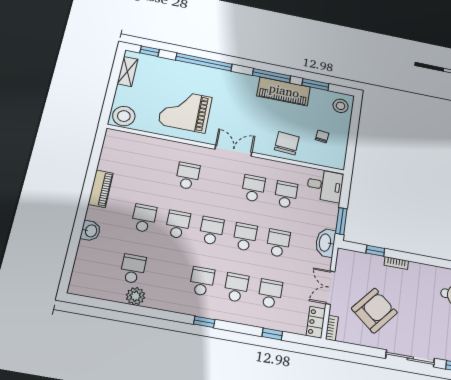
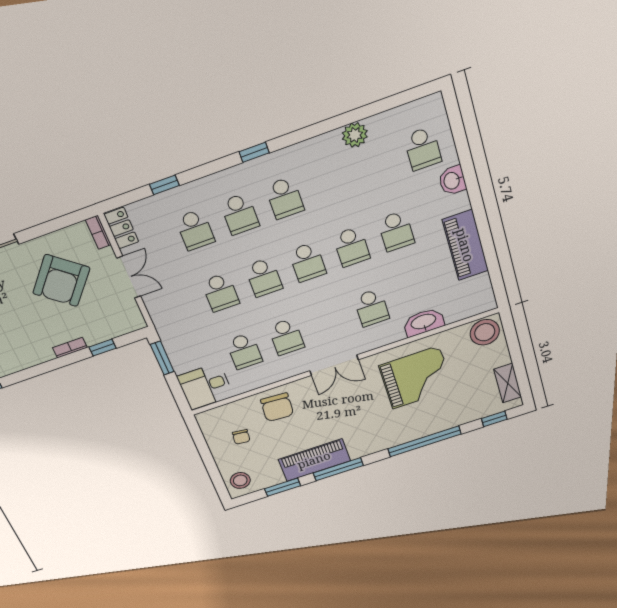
piano: (101, 189) -> (465, 245), width x1.37, depth x1.33
washbasin: (325, 243) -> (424, 322), moved, turned -90
school desk: (133, 269) -> (423, 149), moved

